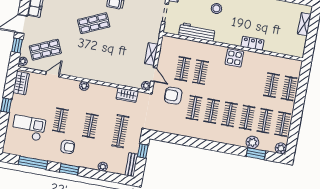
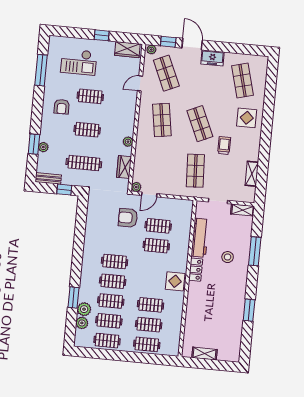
shelving: (304, 24) -> (205, 354), moved
shop shelf: (136, 31) -> (195, 171), added
locker: (252, 43) -> (196, 270), moved
shelving: (151, 54) -> (172, 190), removed
shop shelf: (87, 57) -> (162, 120), added
door: (53, 74) -> (140, 83), swing flipped
plant: (84, 86) -> (128, 142), moved
armchair: (173, 96) -> (128, 218), turned -90
clothes rail: (194, 108) -> (151, 305), moved
checkout: (28, 128) -> (79, 62), turned 90
plant: (281, 148) -> (82, 323), moved
window: (256, 154) -> (74, 297), moved
window: (69, 169) -> (34, 144), moved

